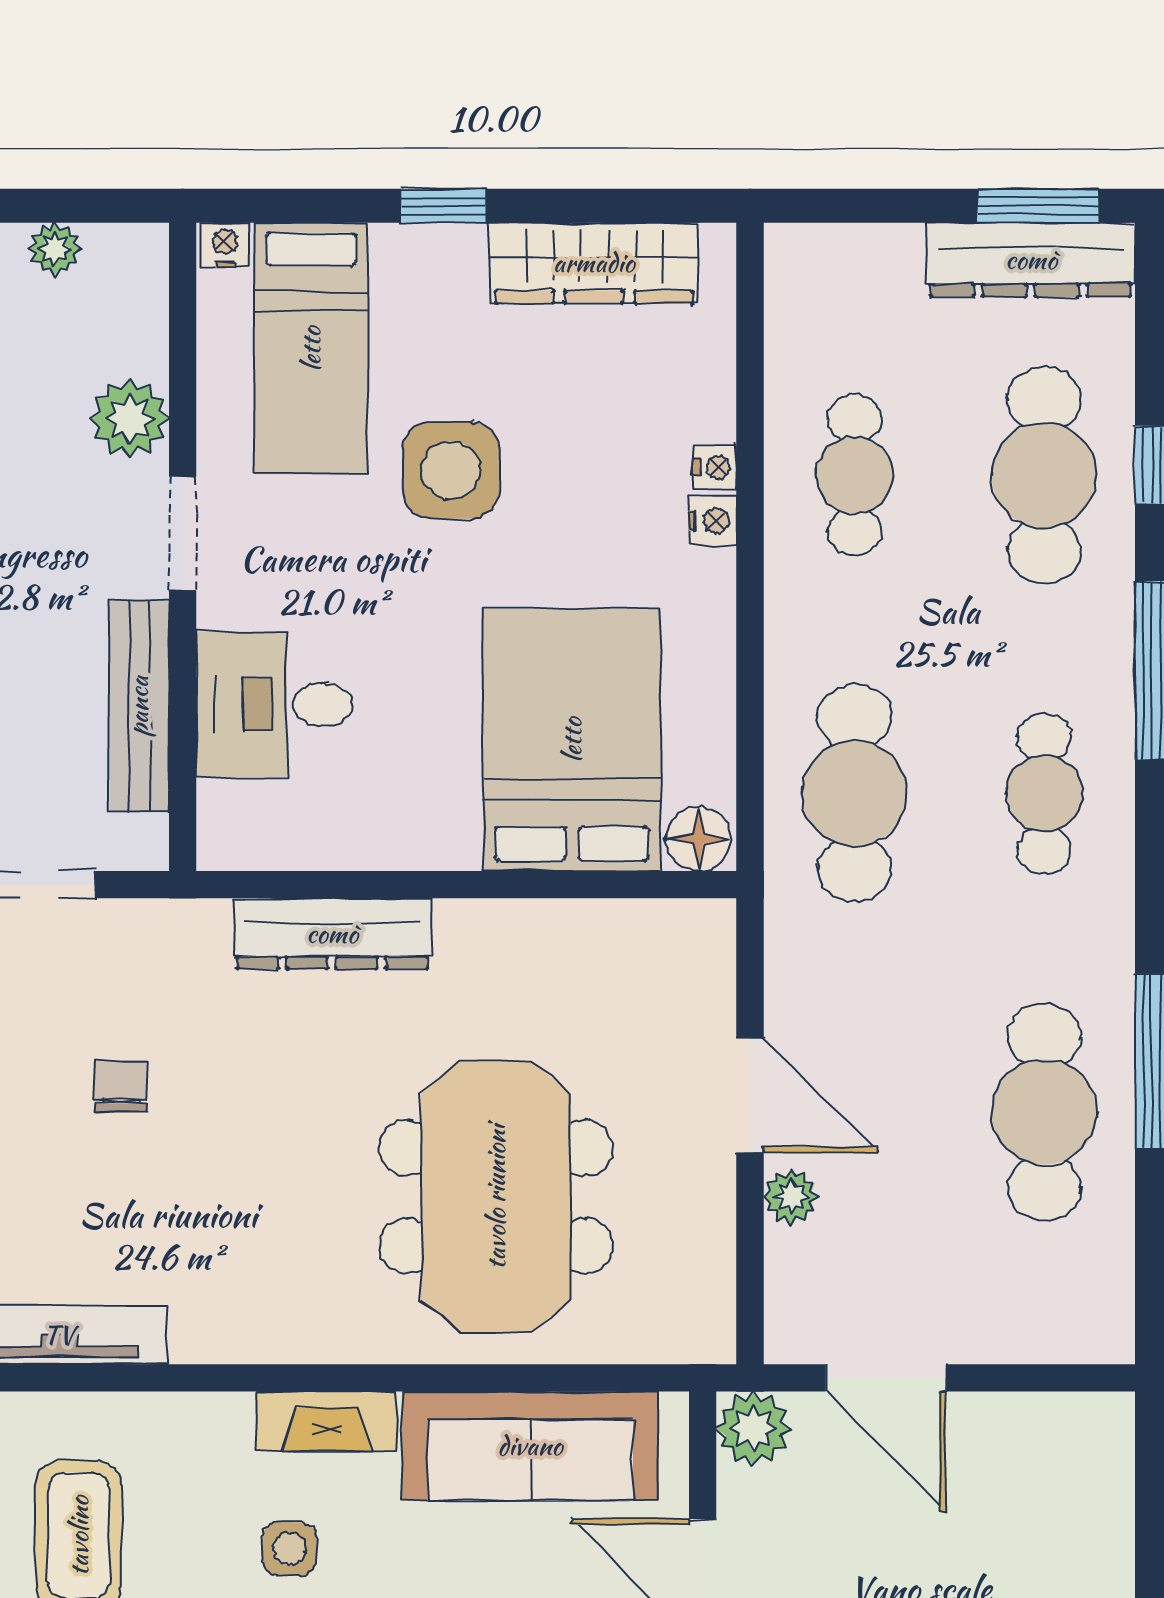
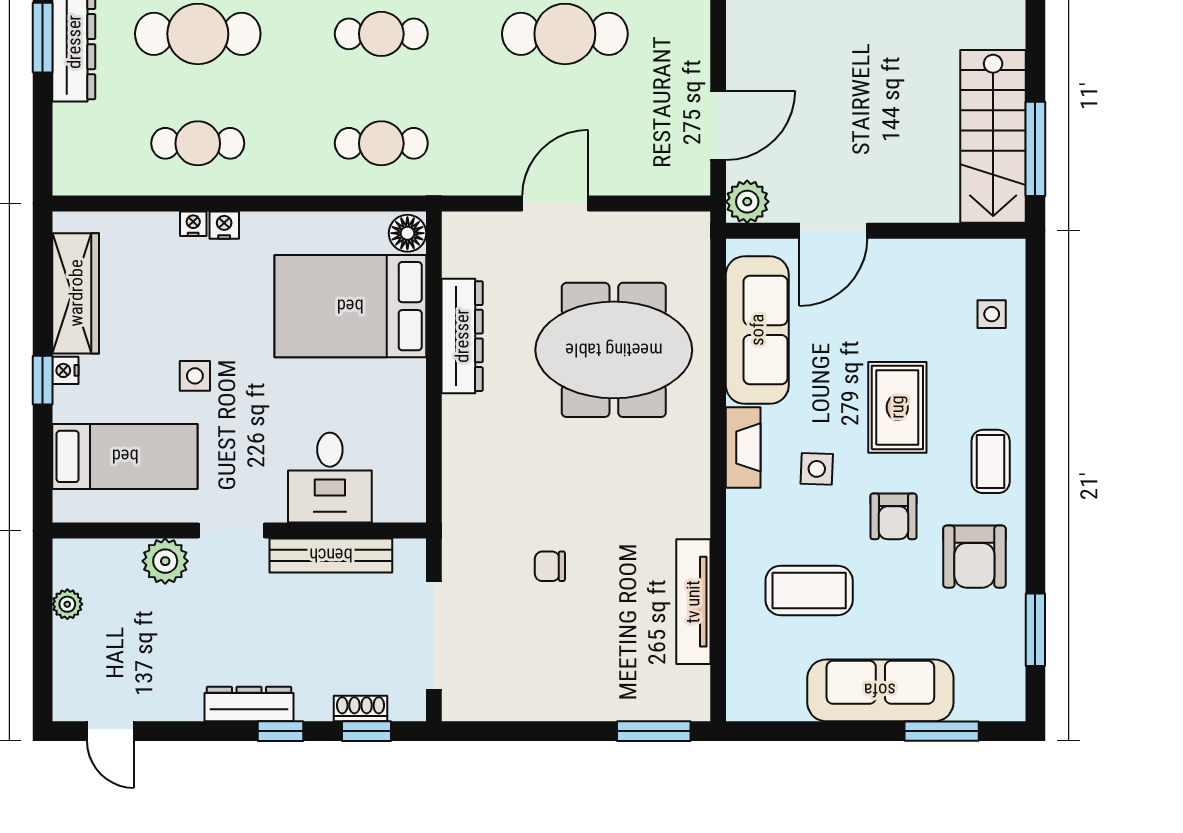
nightstand: (225, 245) -> (65, 370), moved
side table: (451, 470) -> (195, 376), width x0.54, depth x0.54
cafe table: (854, 794) -> (381, 143), width x0.73, depth x0.74
dresser: (332, 934) -> (462, 336), moved
plant: (791, 1197) -> (614, 180), removed

